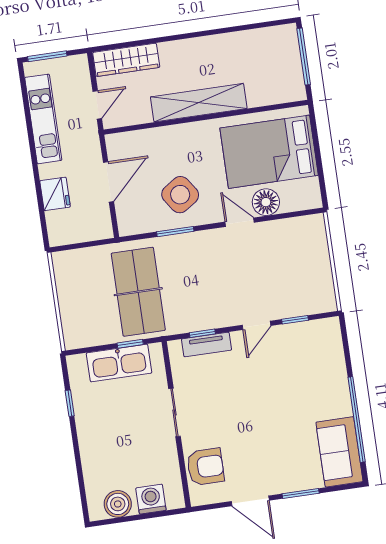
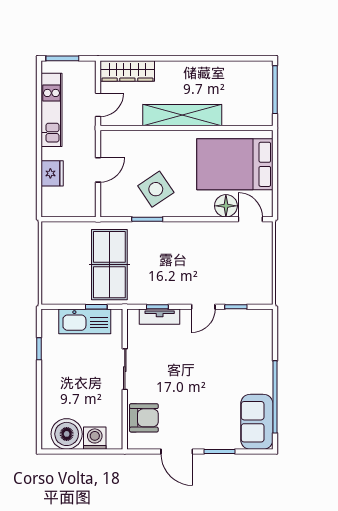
door: (109, 182) -> (98, 170), width x0.73
door: (240, 222) -> (250, 219), moved
boiler: (118, 504) -> (67, 434), width x1.37, depth x1.37

